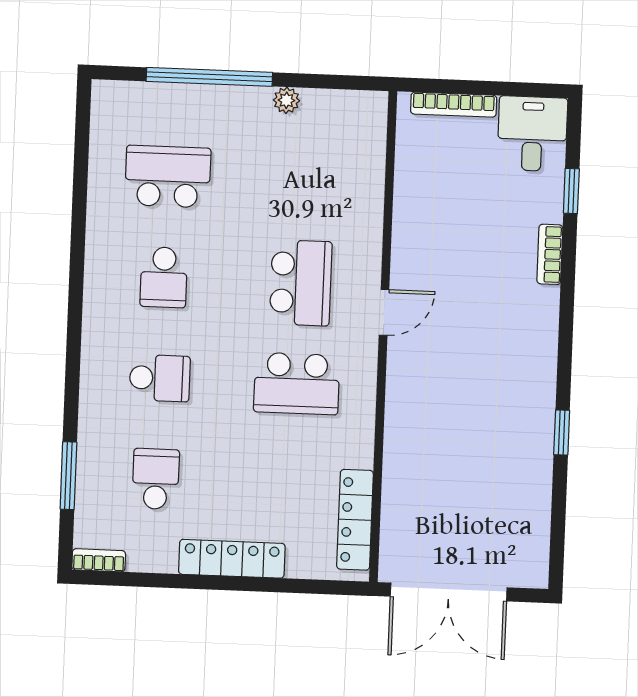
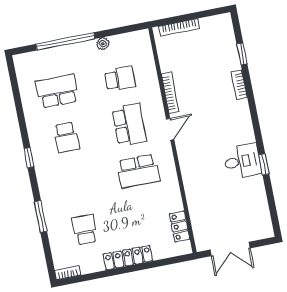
desk: (532, 134) -> (242, 161), moved, turned 90
bookcase: (402, 237) -> (170, 93), added
window: (75, 301) -> (29, 158), added
school desk: (160, 378) -> (120, 79), moved
window: (68, 476) -> (41, 216), moved
locker: (355, 520) -> (180, 226), width x0.66
double door: (449, 592) -> (230, 249), width x0.73

